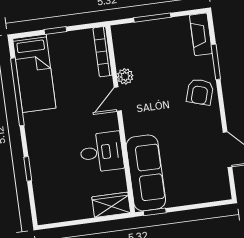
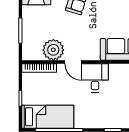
plant: (125, 76) -> (53, 50), width x1.88, depth x1.88
desk: (102, 152) -> (95, 78), moved

